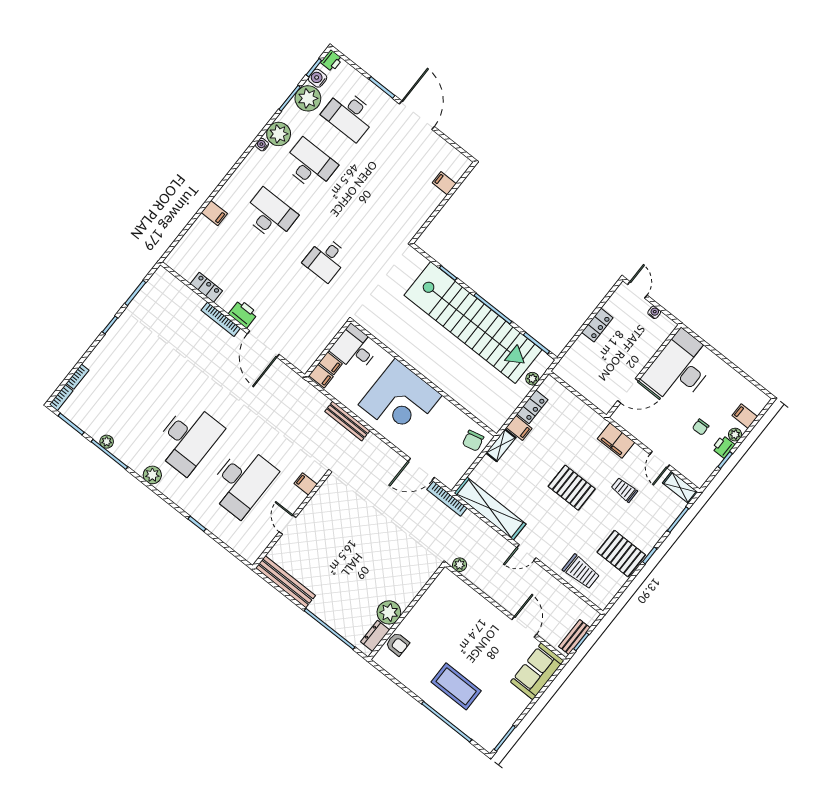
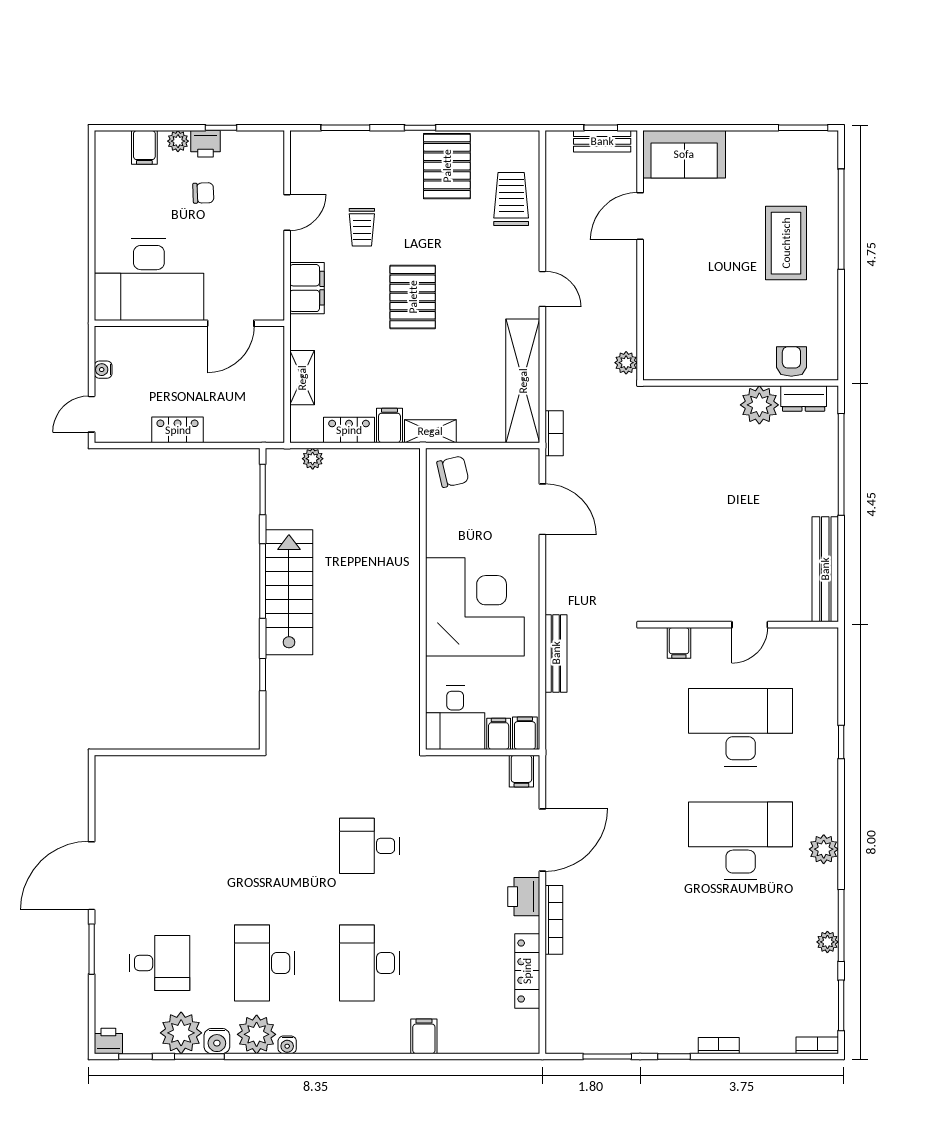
water cooler: (318, 78) -> (217, 1041), moved
desk: (349, 115) -> (160, 963), width x0.73
filing cabinet: (444, 183) -> (521, 771), moved
desk: (326, 259) -> (369, 846), turned 180
locker: (206, 287) -> (527, 971), width x1.53
stairs: (473, 323) -> (289, 592), width x0.54, depth x0.66
bookcase: (77, 377) -> (719, 1046), moved
door: (628, 391) -> (231, 323), swing flipped
shelving: (680, 488) -> (302, 378), moved
bookcase: (447, 499) -> (554, 433), width x0.64

